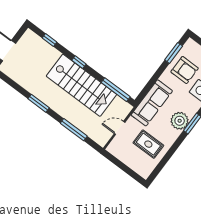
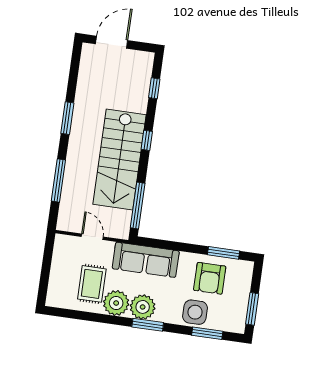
plant: (168, 136) -> (116, 303), added

